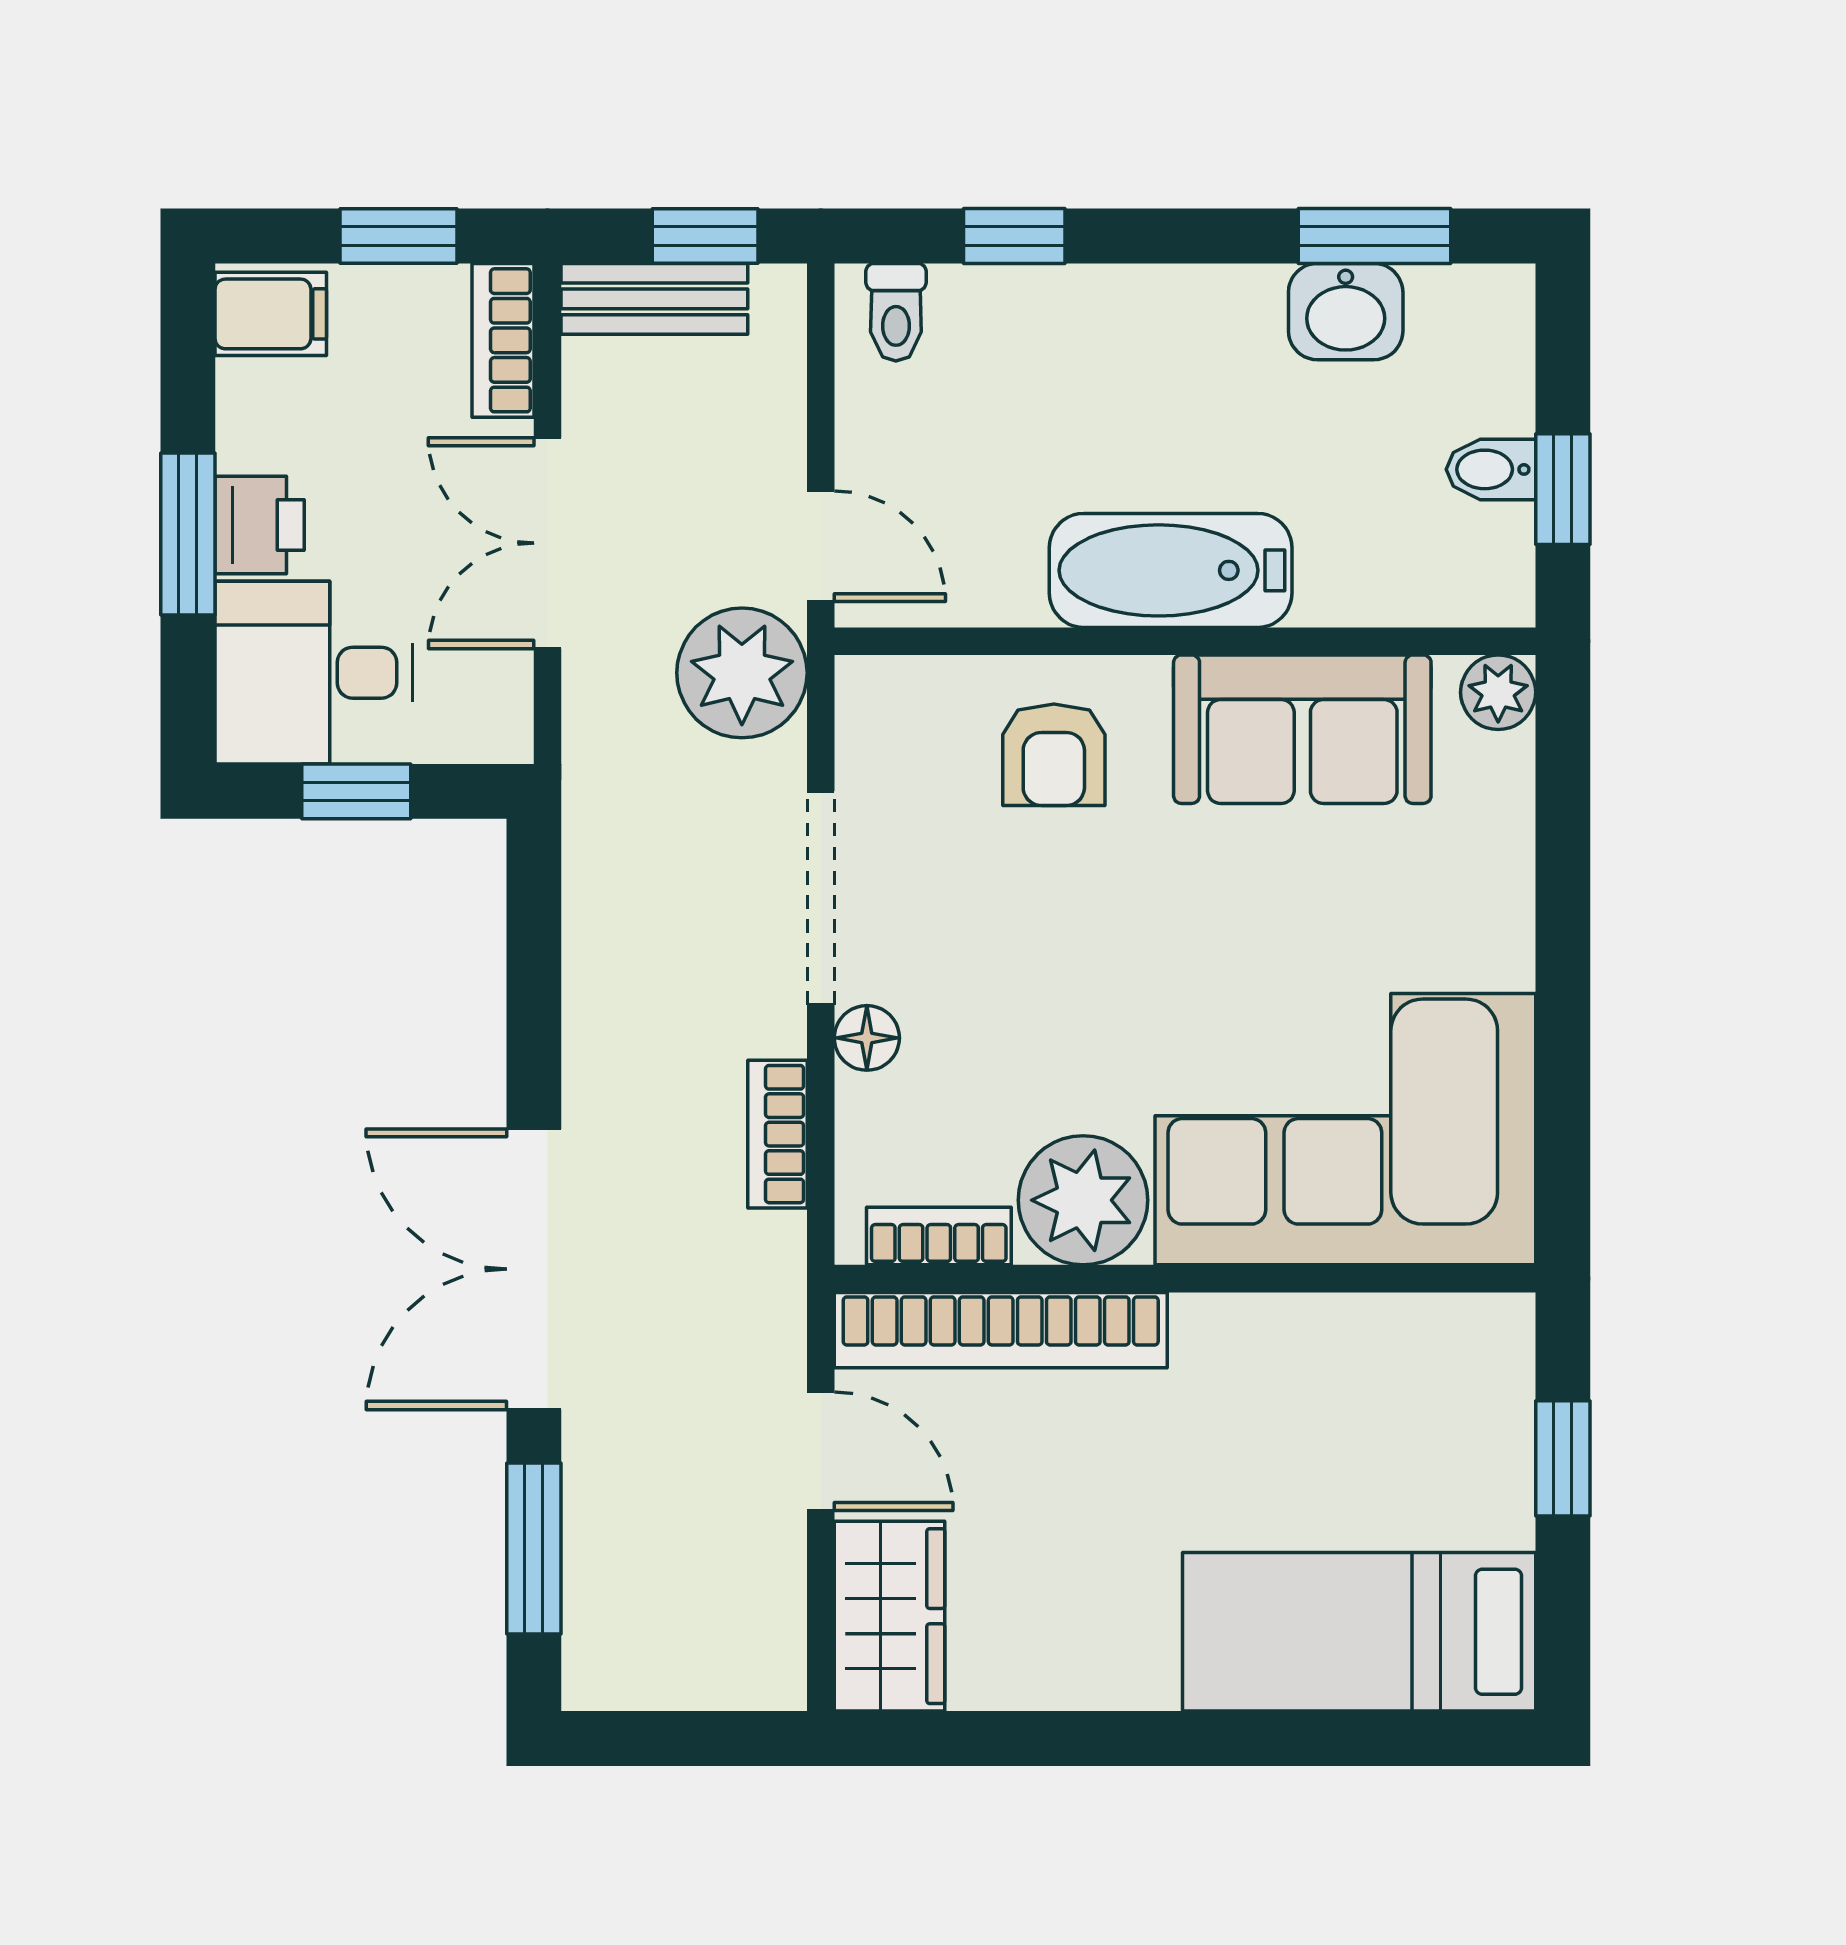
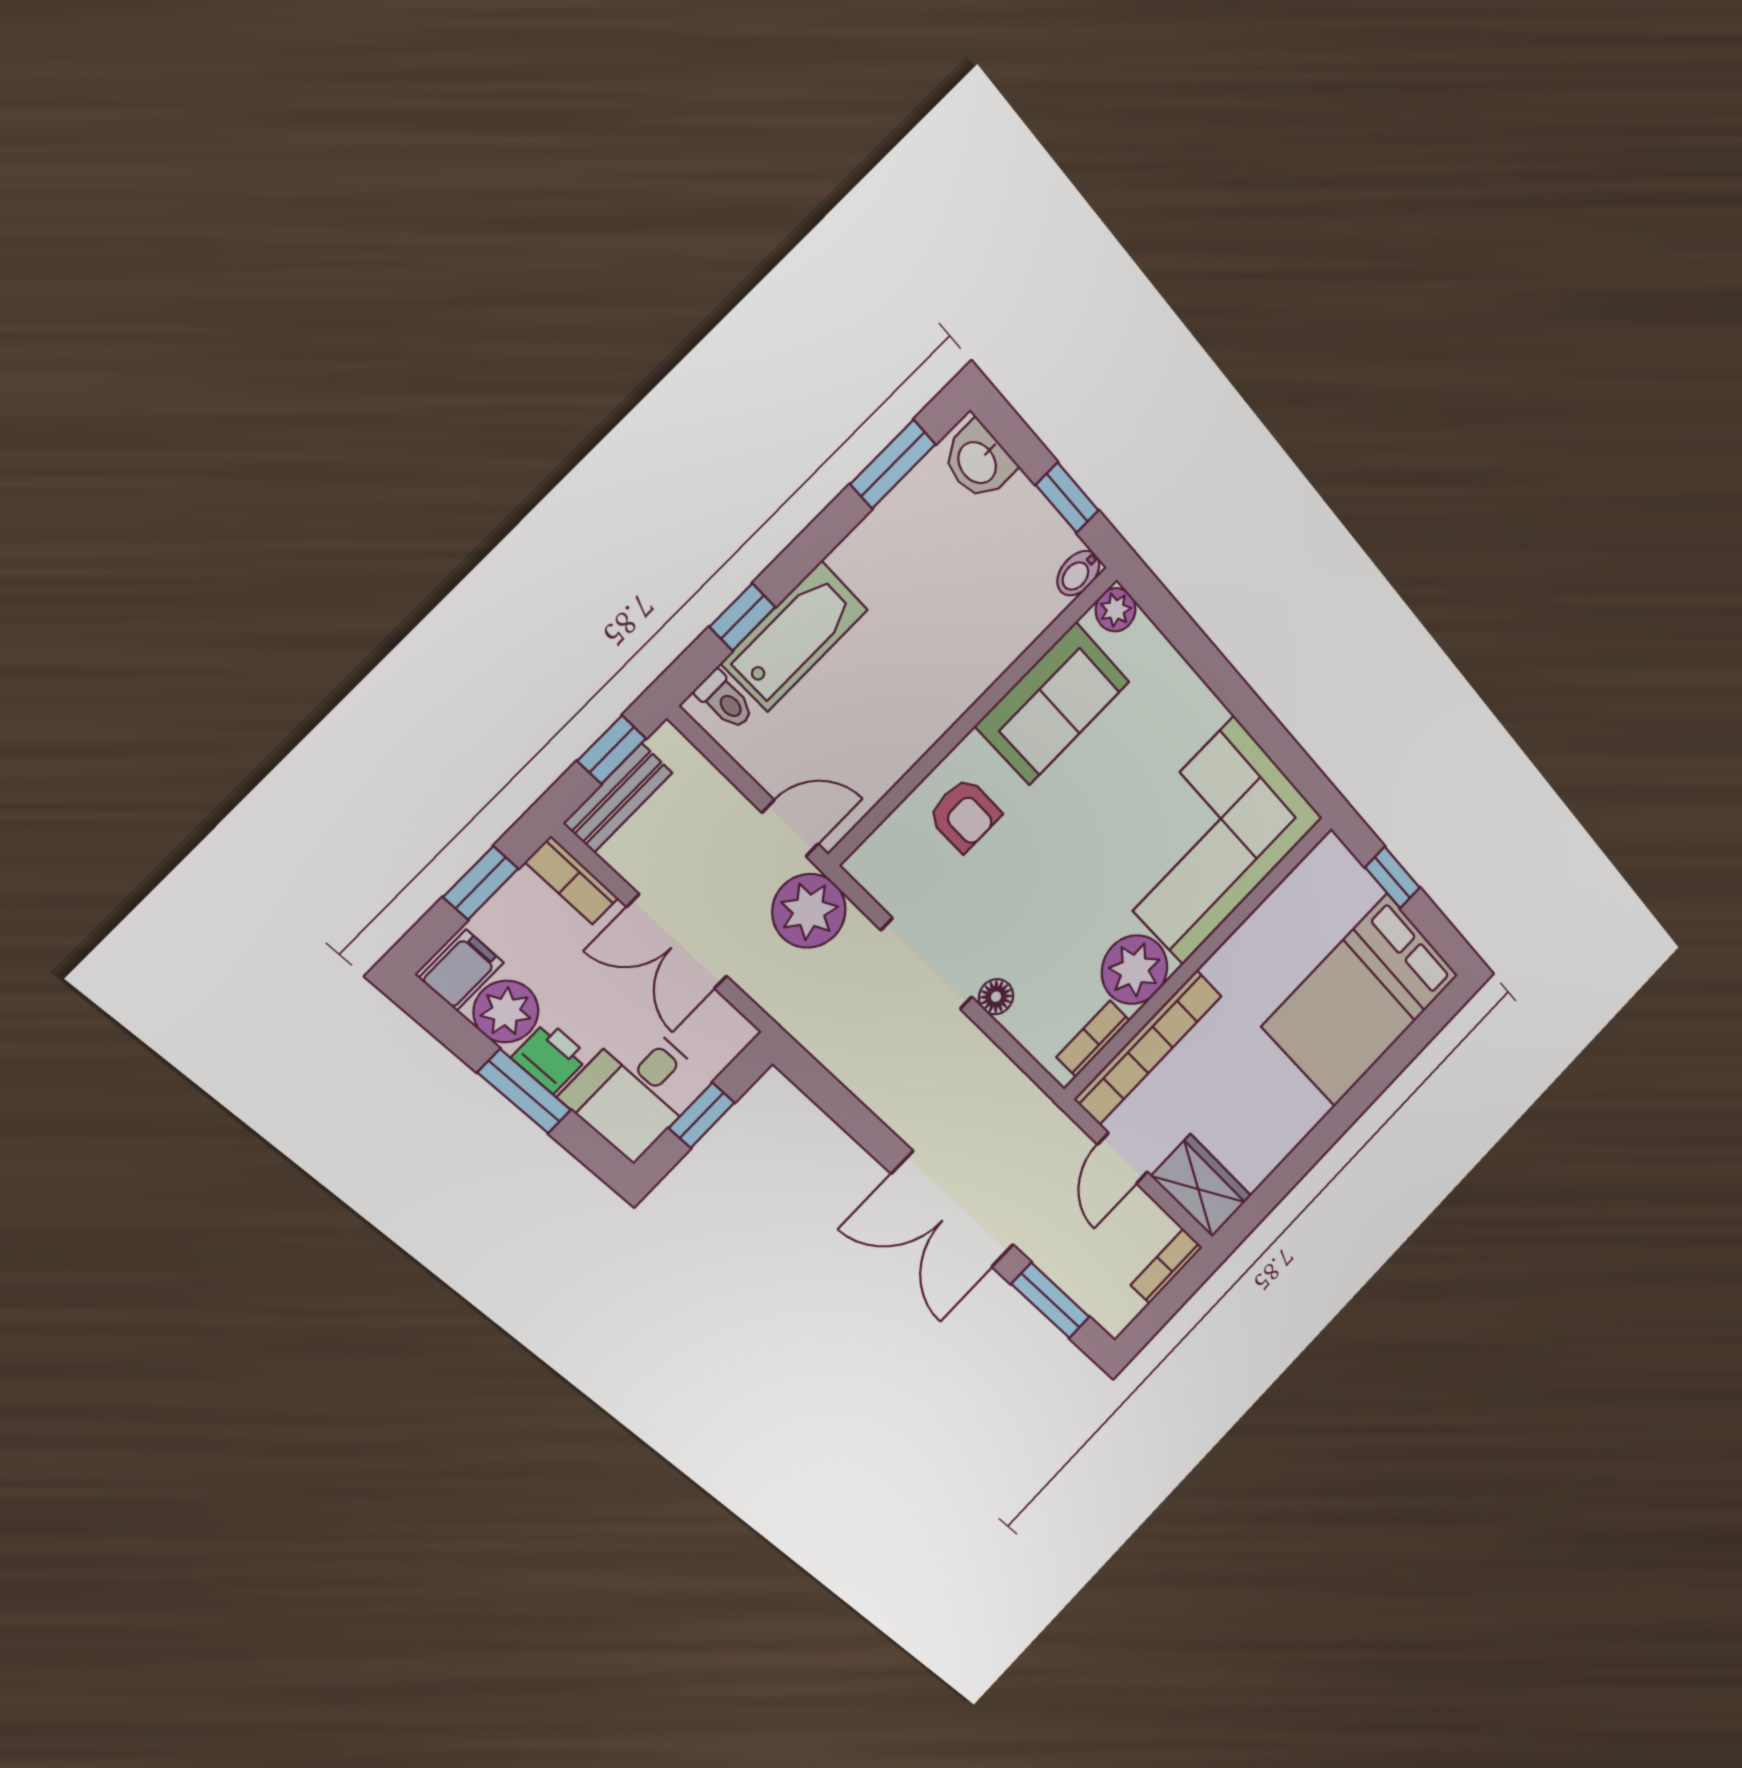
washbasin: (1346, 312) -> (978, 461), moved, turned 90
plant: (268, 416) -> (506, 1012), added
bidet: (1491, 469) -> (1078, 573), moved
bathtub: (1171, 570) -> (794, 636), moved, turned 180
bookcase: (777, 1134) -> (1167, 1266), moved, turned 90
door: (821, 1451) -> (1122, 1158), swing flipped
bed: (1359, 1632) -> (1361, 1001), width x1.50

